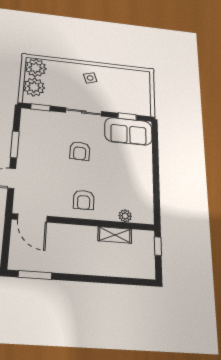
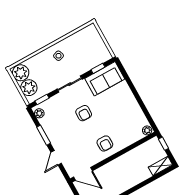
plant: (27, 119) -> (39, 113), added
plant: (125, 216) -> (147, 130), moved
shelving: (115, 235) -> (160, 166), moved

